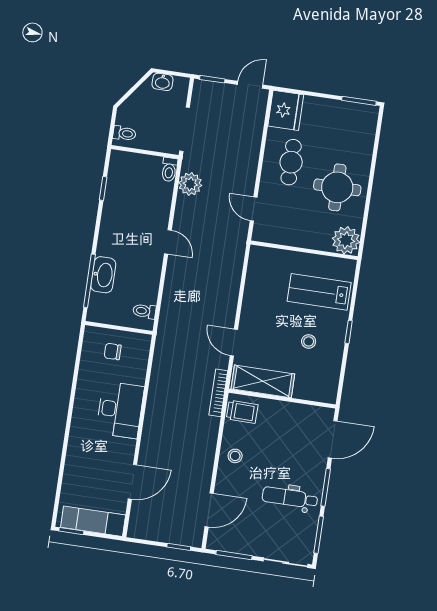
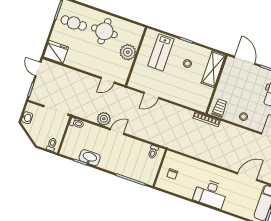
cafe table: (291, 162) -> (74, 23), moved
plant: (190, 184) -> (104, 119), moved
plant: (346, 240) -> (128, 52), moved
washbasin: (103, 275) -> (90, 158), moved
door: (234, 343) -> (151, 95), moved
shelving: (263, 381) -> (213, 69), moved
desk: (120, 410) -> (210, 193), moved, turned 180
door: (132, 482) -> (247, 177), hinge flipped

